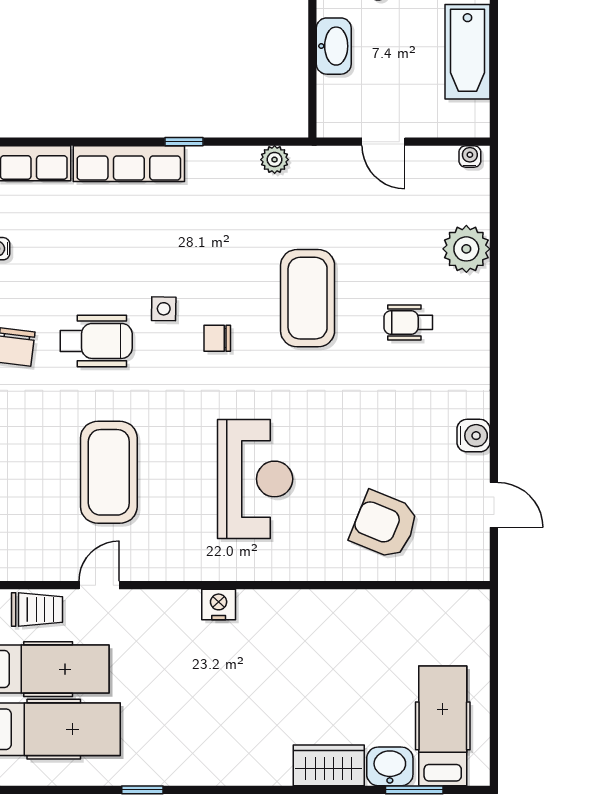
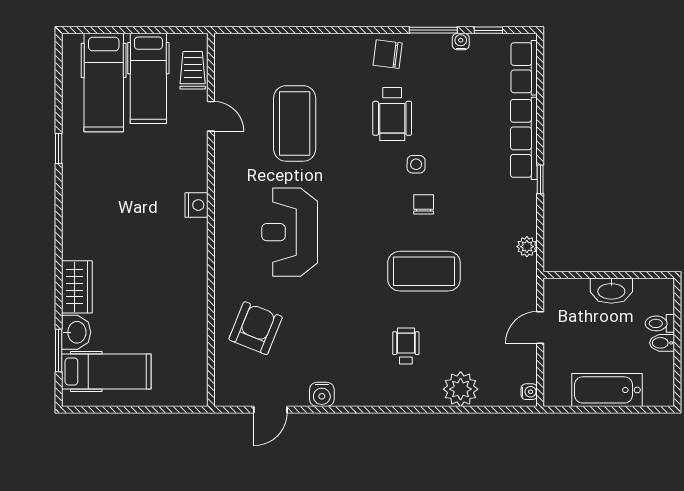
chair: (217, 338) -> (424, 204), moved
coffee table: (109, 472) -> (295, 123), turned 90
reception desk: (255, 479) -> (290, 232), turned 90
trolley: (37, 610) -> (193, 70), turned 180

